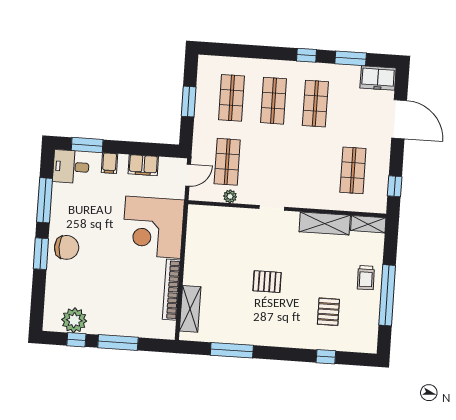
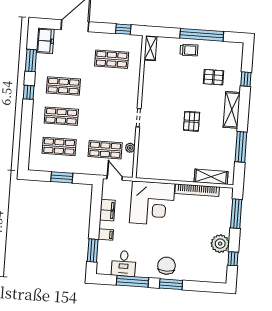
desk: (71, 167) -> (124, 263), moved
shelving: (325, 223) -> (232, 110), moved
plant: (74, 320) -> (220, 244), moved
window: (118, 343) -> (236, 214), moved

